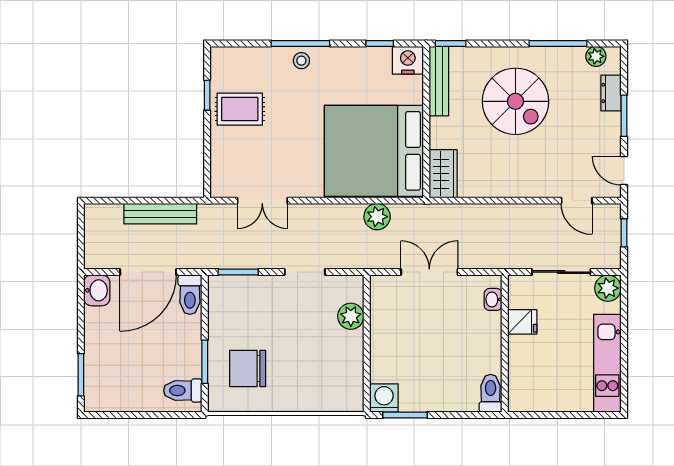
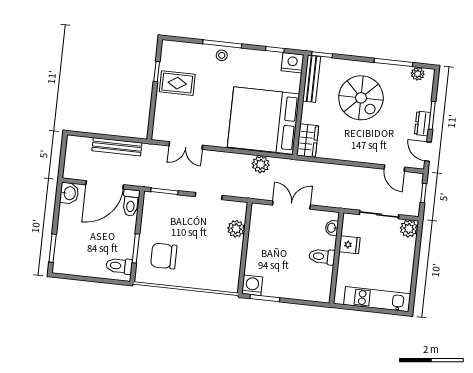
dresser: (611, 93) -> (422, 124), moved
kitchen unit: (607, 363) -> (377, 299), moved, turned 90
toilet: (491, 393) -> (322, 257), moved, turned -90

